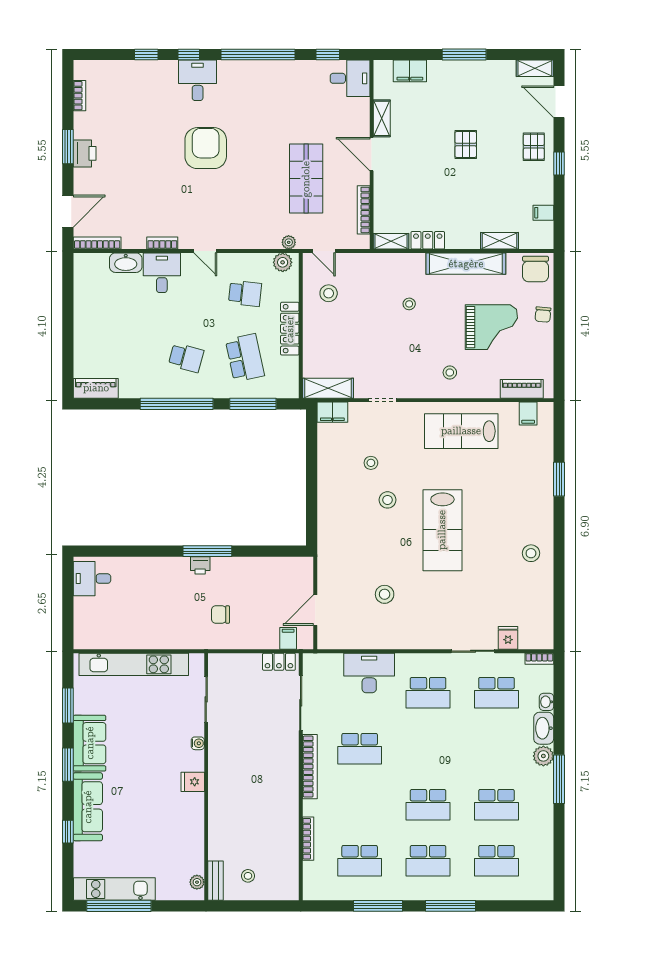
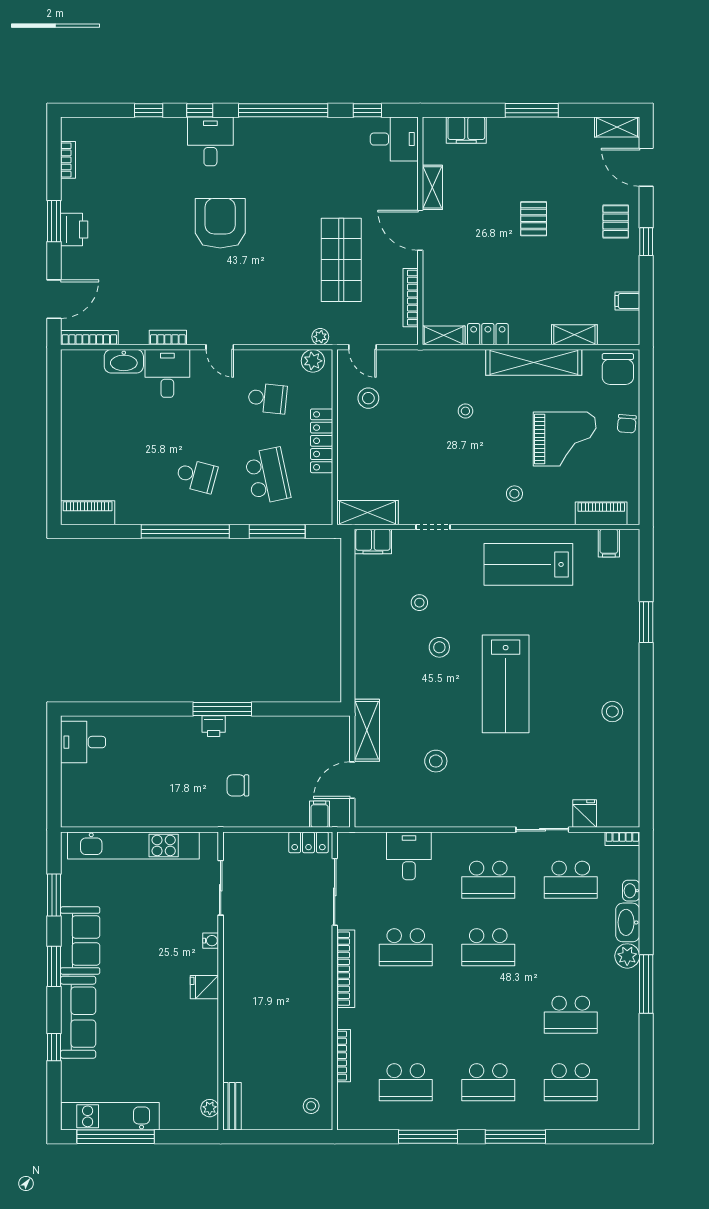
shelving: (327, 569) -> (367, 730), added
desk: (369, 673) -> (409, 856), width x0.73
school desk: (428, 805) -> (488, 947), moved
stool: (248, 876) -> (311, 1106), moved

